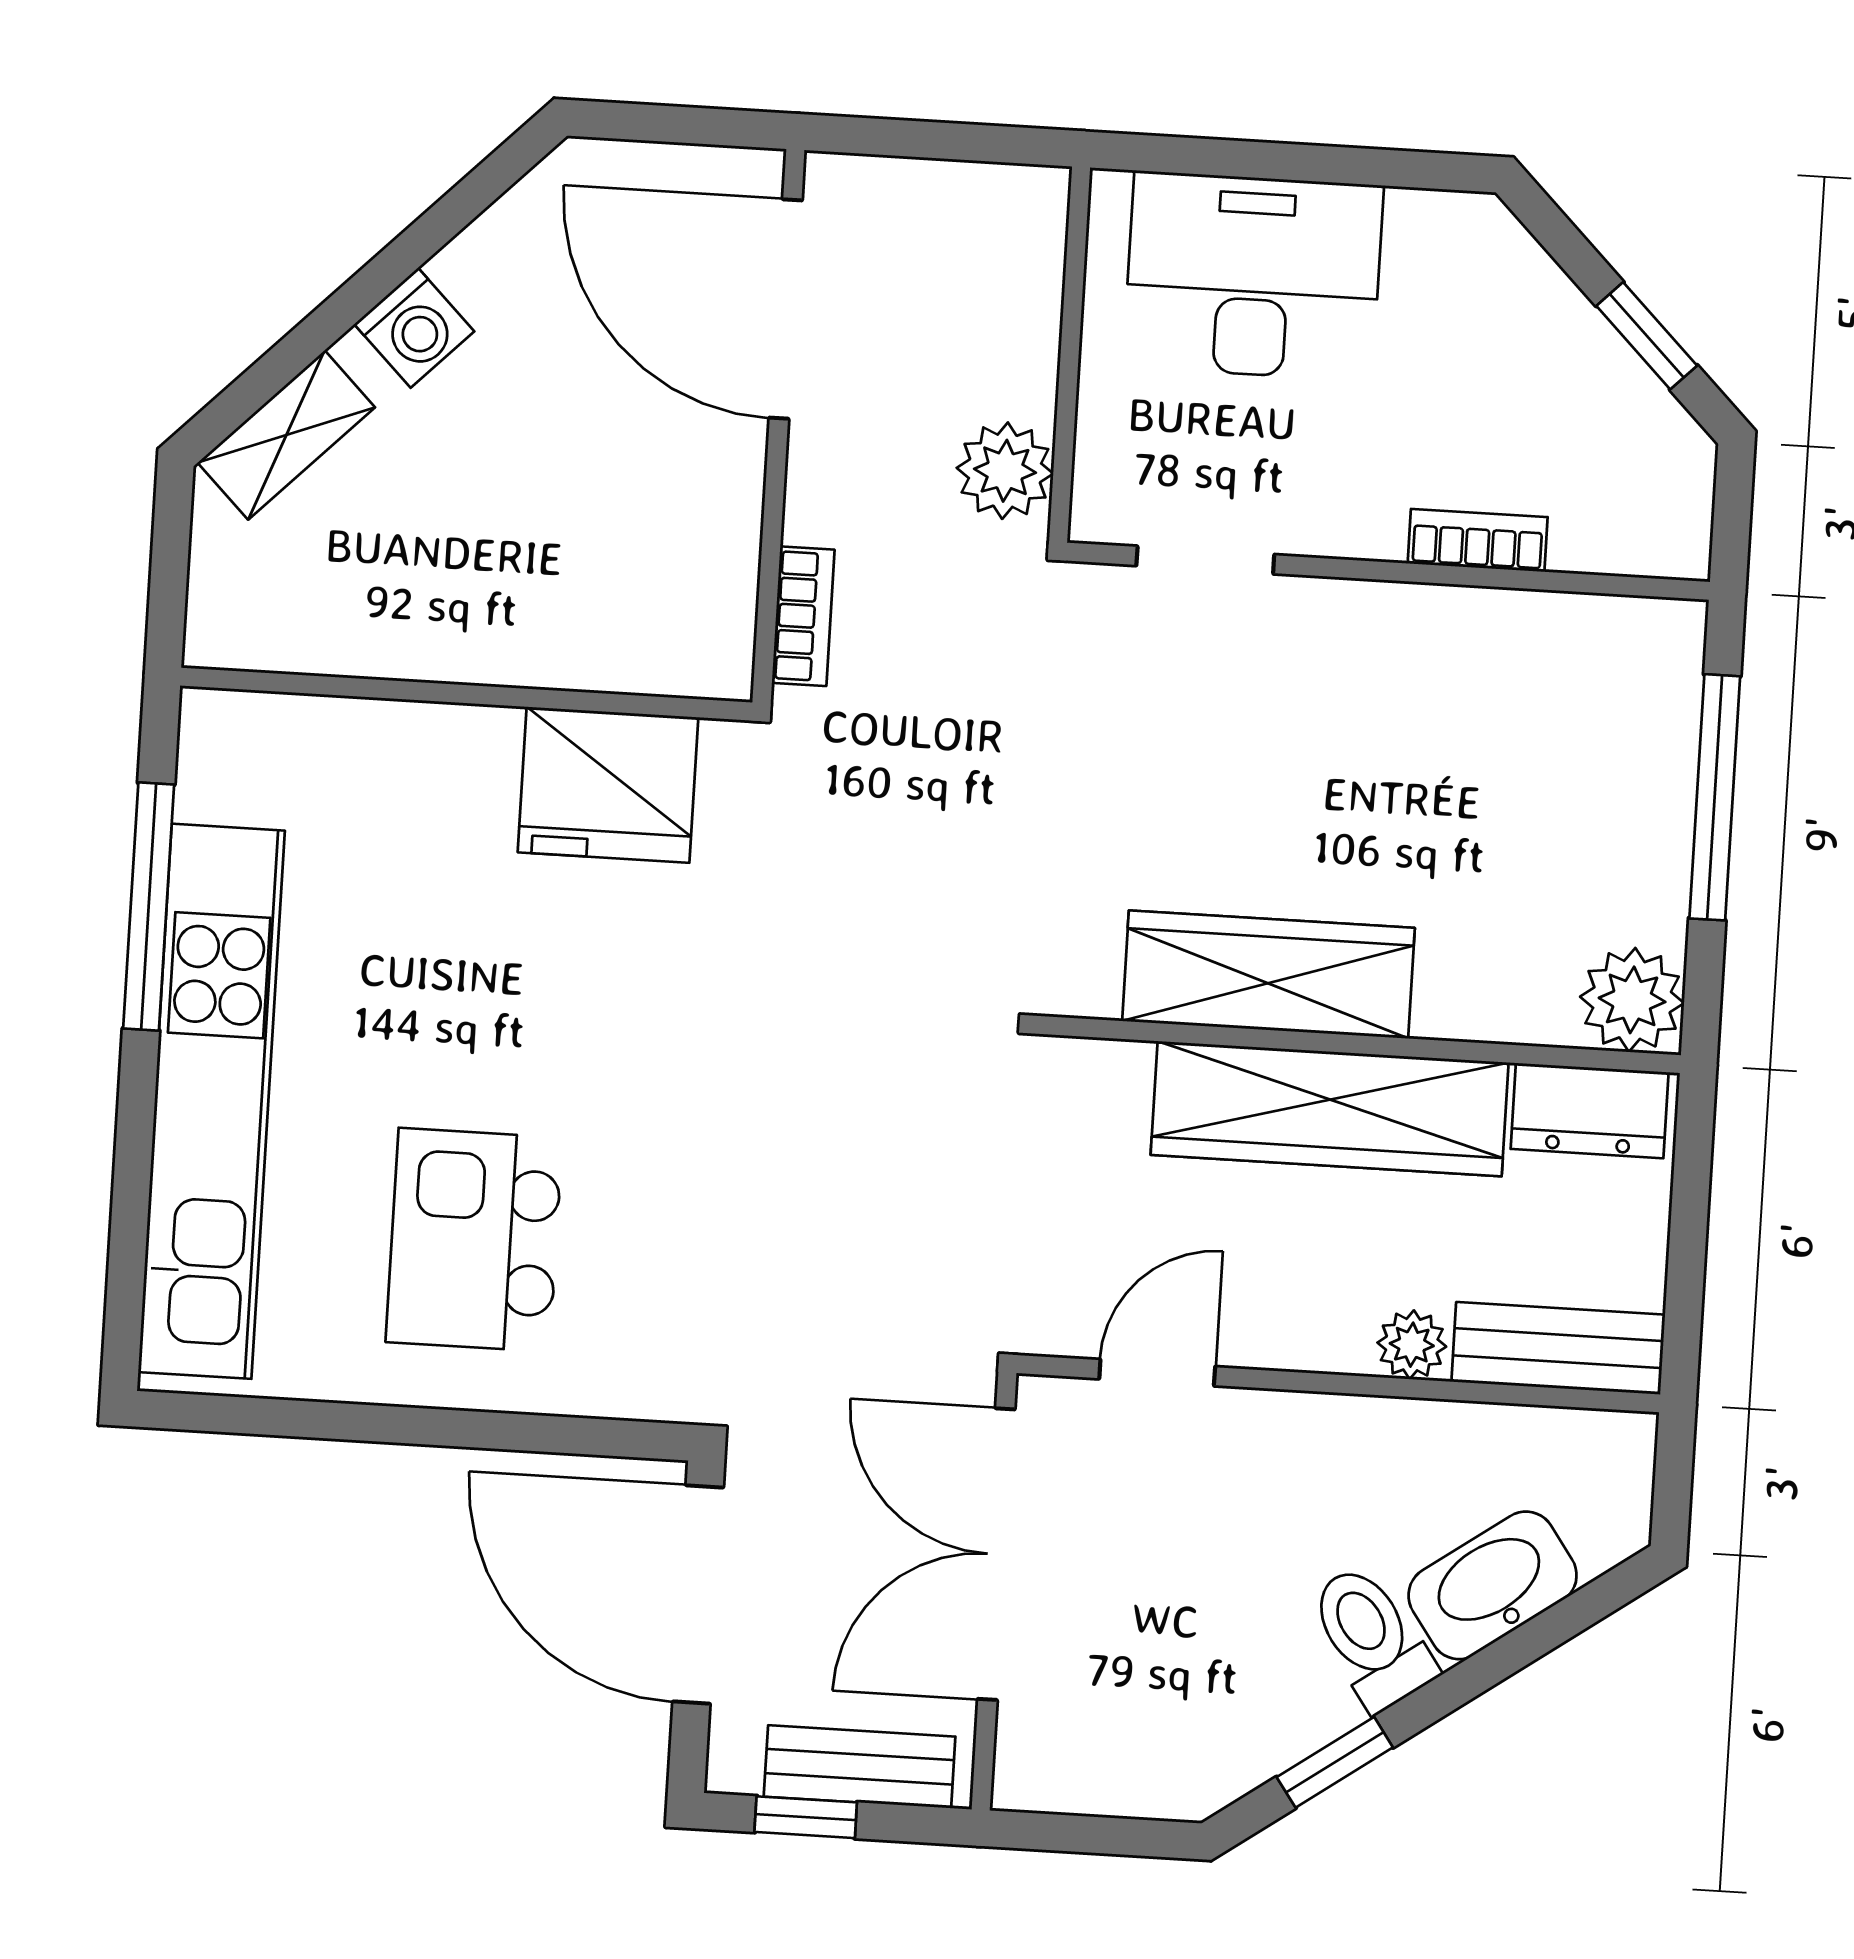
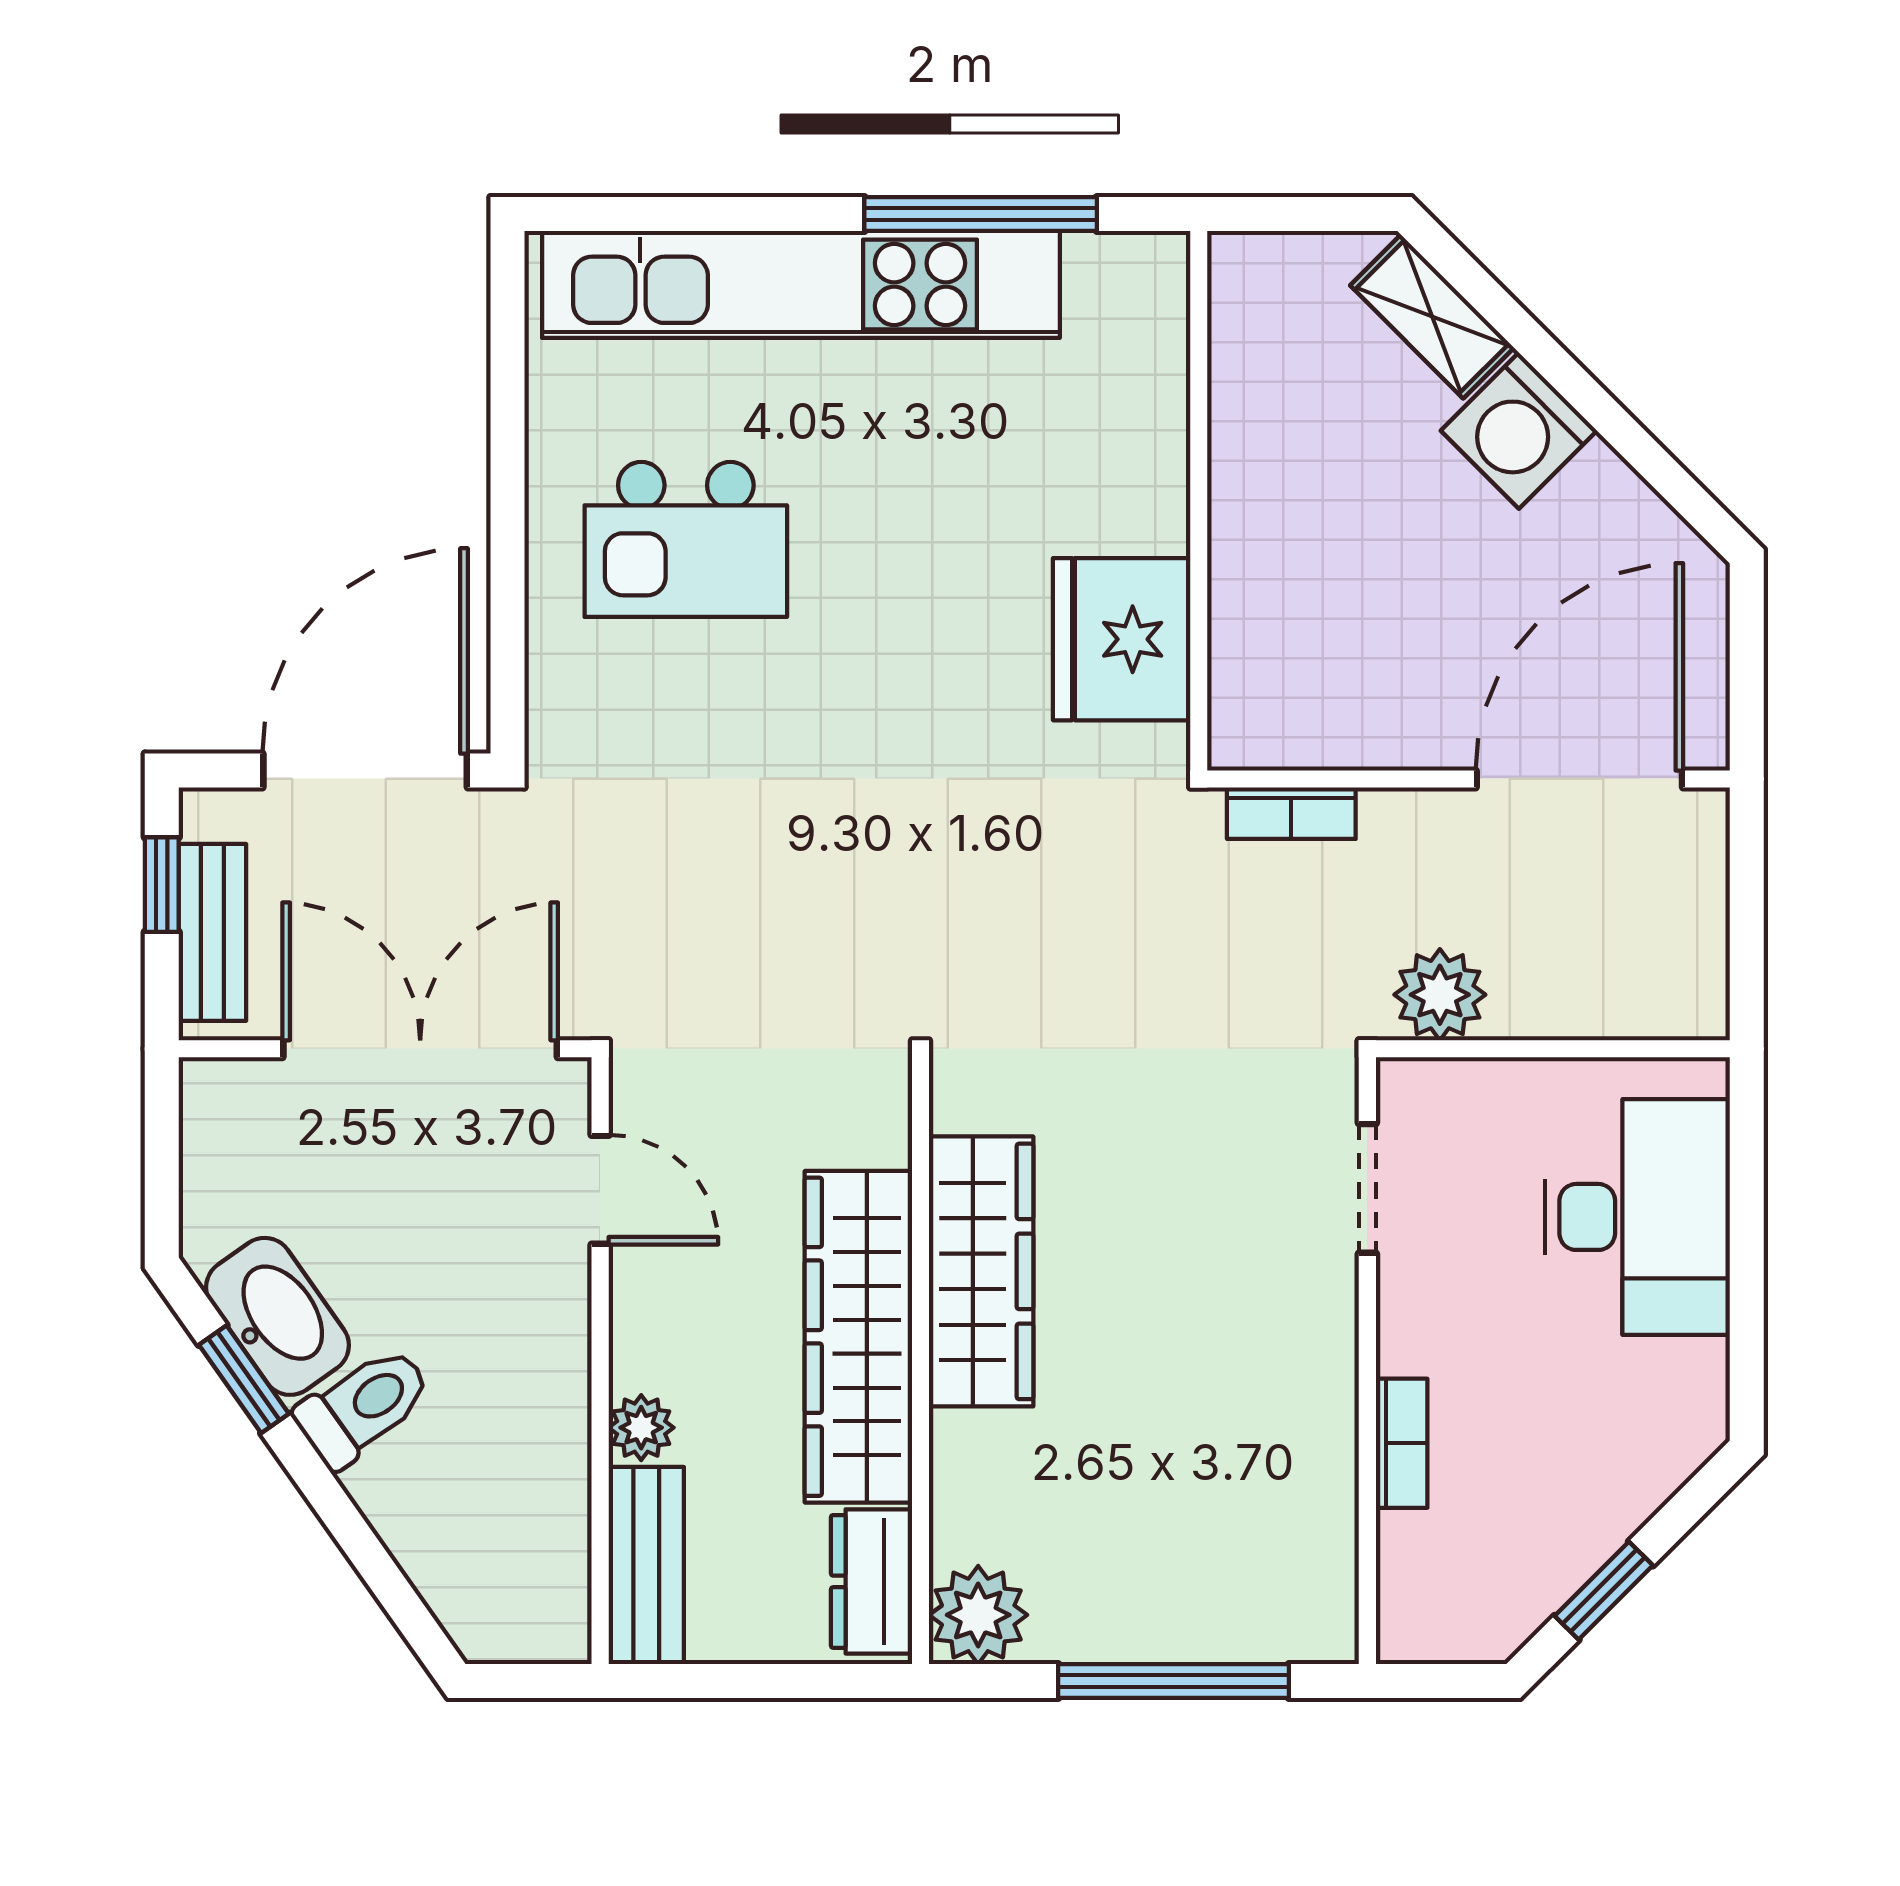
washing machine: (414, 328) -> (1519, 431), width x1.38, depth x1.38
kitchen island: (474, 1240) -> (686, 539), turned 180
washbasin: (1493, 1585) -> (277, 1316), moved

